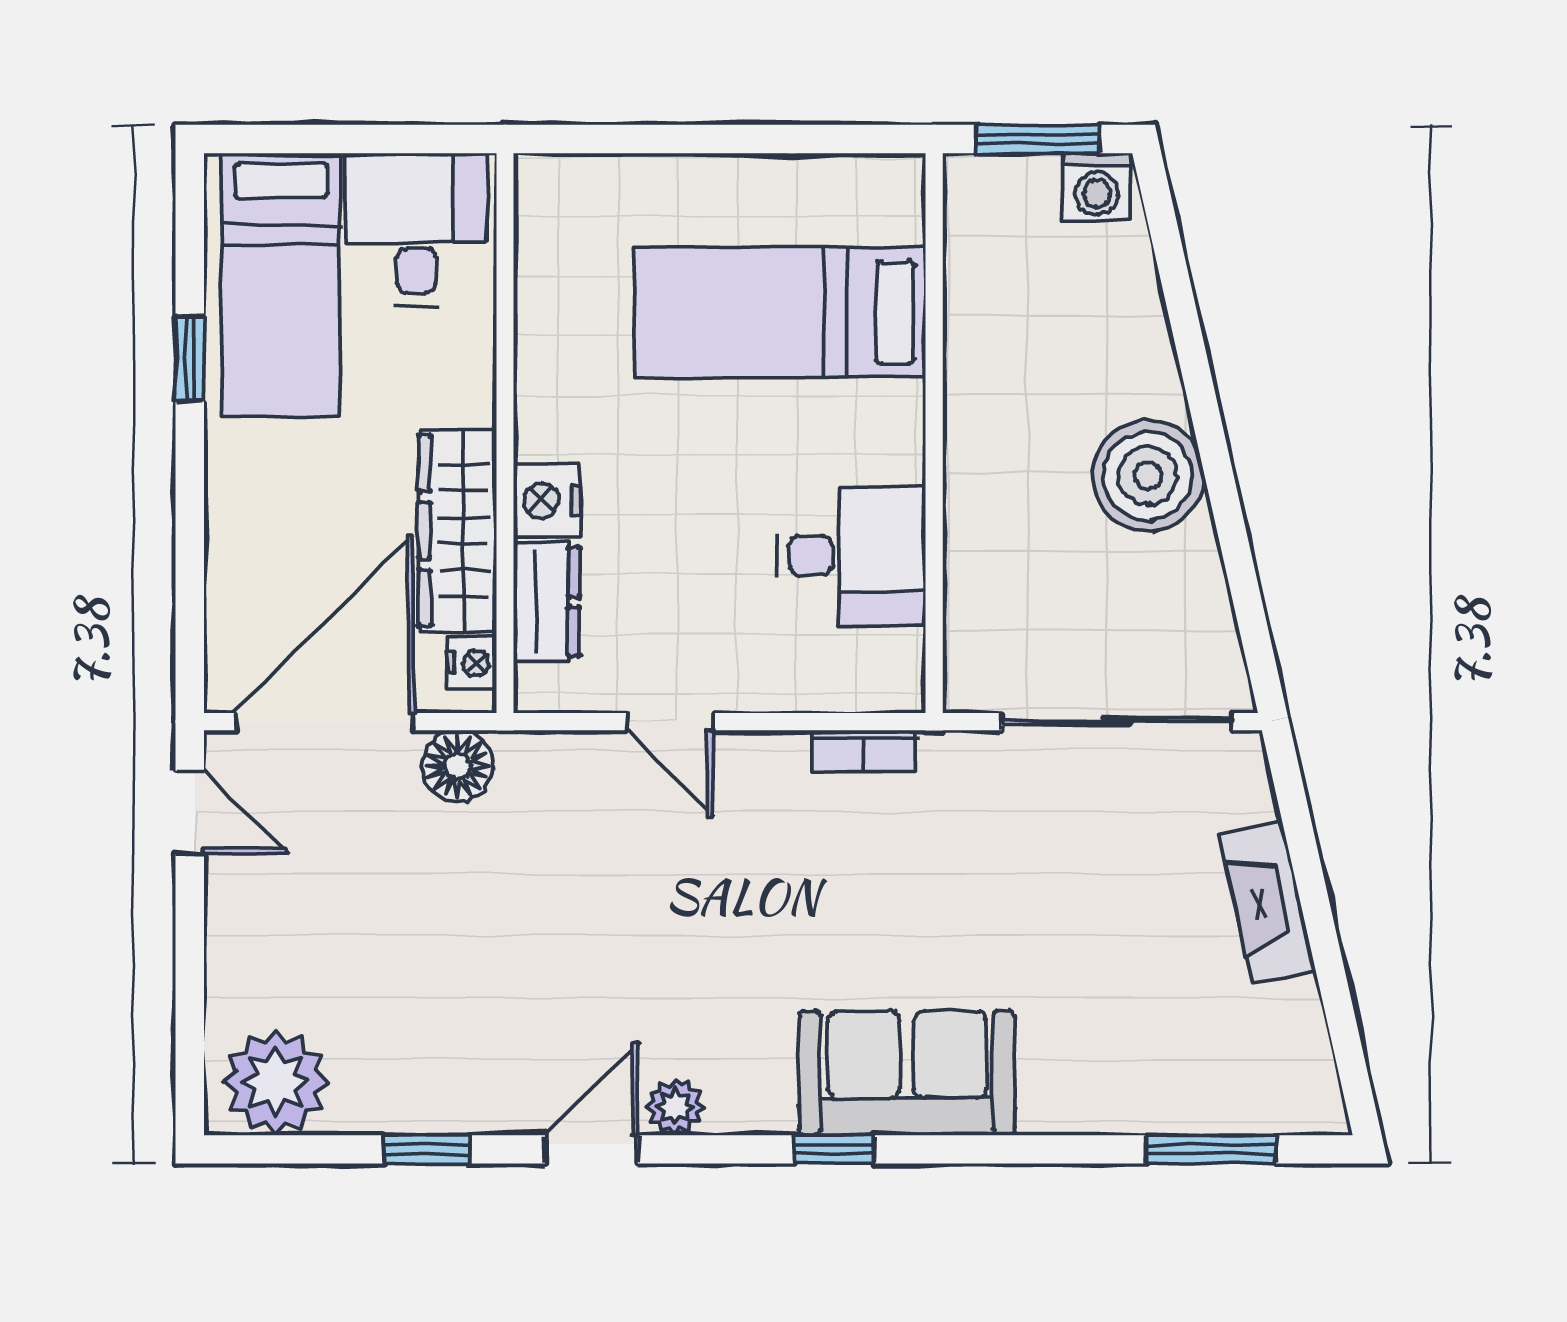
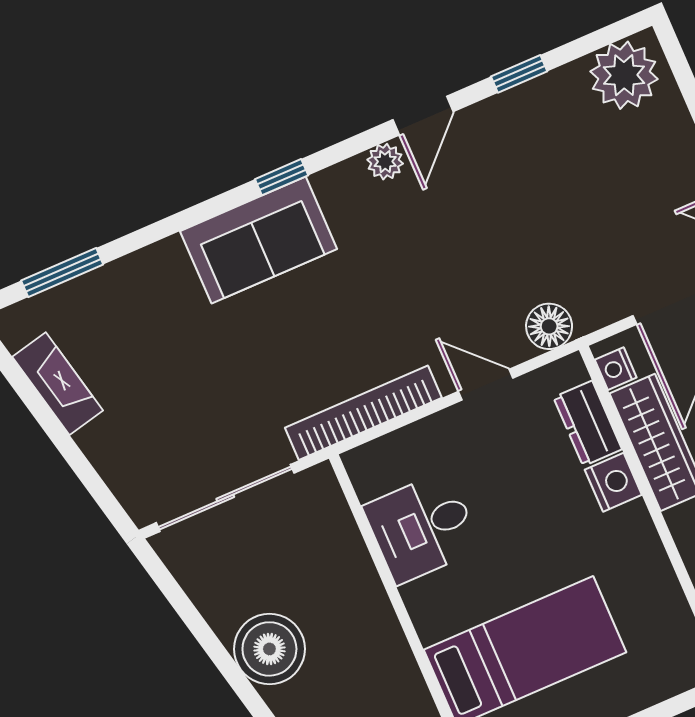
bookcase: (864, 751) -> (363, 413), width x2.31, depth x1.31
floor lamp: (457, 766) -> (549, 326), moved
fireplace: (1267, 902) -> (58, 384), moved

